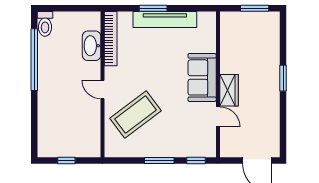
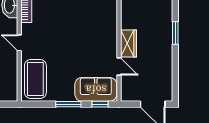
sofa: (202, 77) -> (96, 89), moved, turned 90
coffee table: (136, 114) -> (35, 79), moved, turned -53

